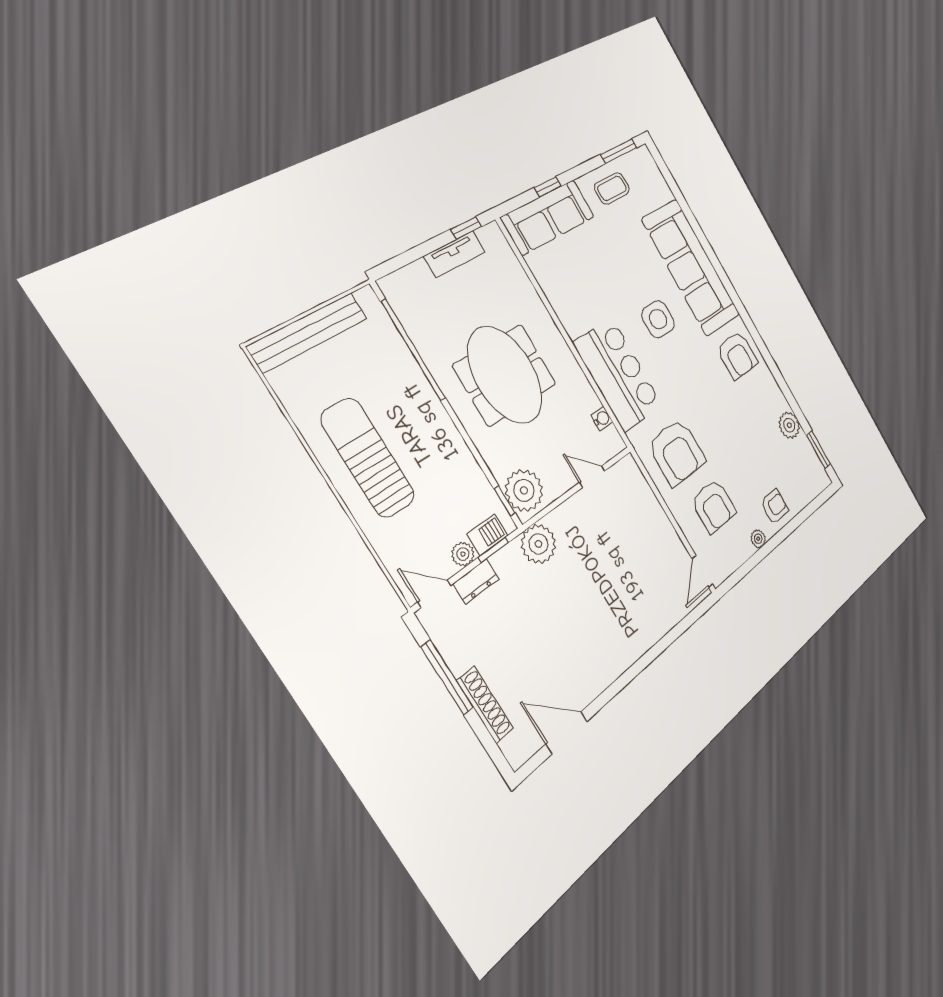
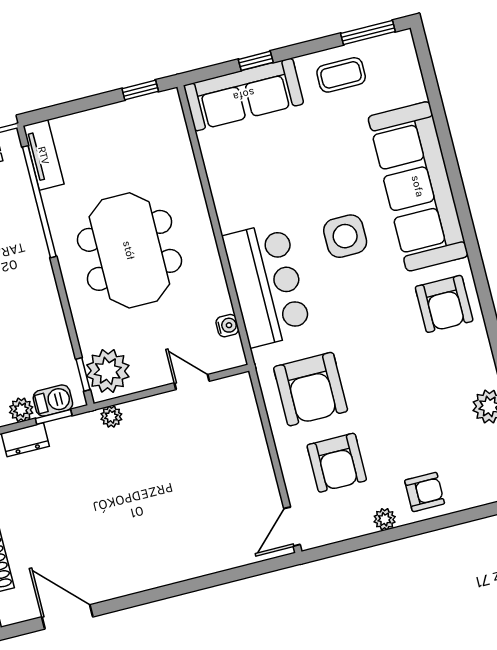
tv unit: (455, 254) -> (44, 155), moved, turned -90
plant: (539, 544) -> (111, 417), width x0.53, depth x0.53

